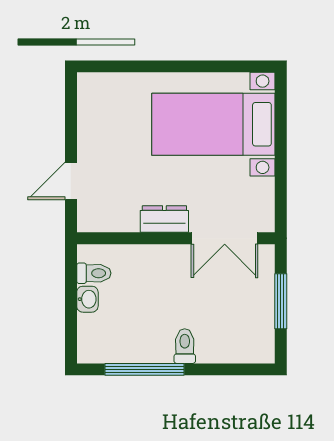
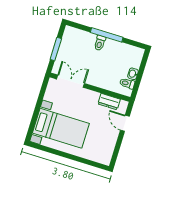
door: (71, 181) -> (125, 123), swing flipped
dresser: (164, 219) -> (109, 102), moved
window: (144, 369) -> (107, 35), moved

